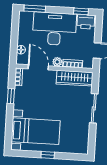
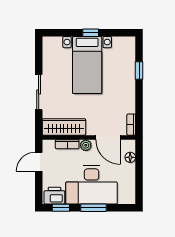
window: (35, 9) -> (93, 208), moved
window: (11, 96) -> (139, 71), moved
bed with nightstands: (36, 131) -> (87, 65), moved, turned -90

